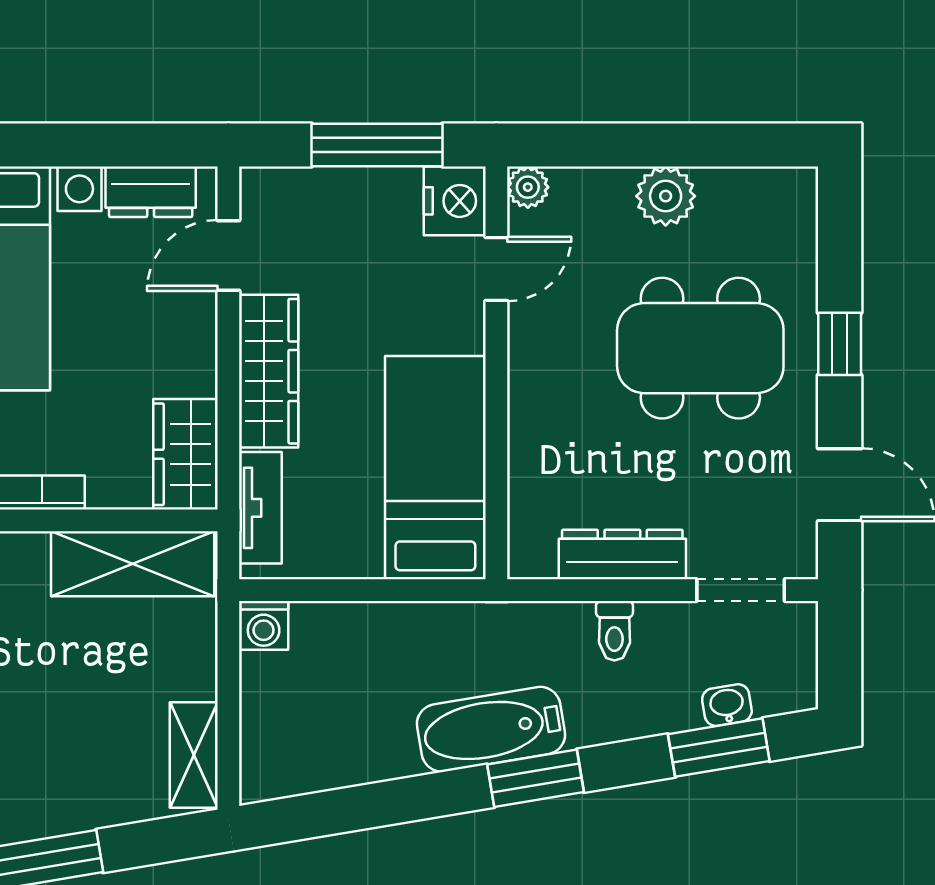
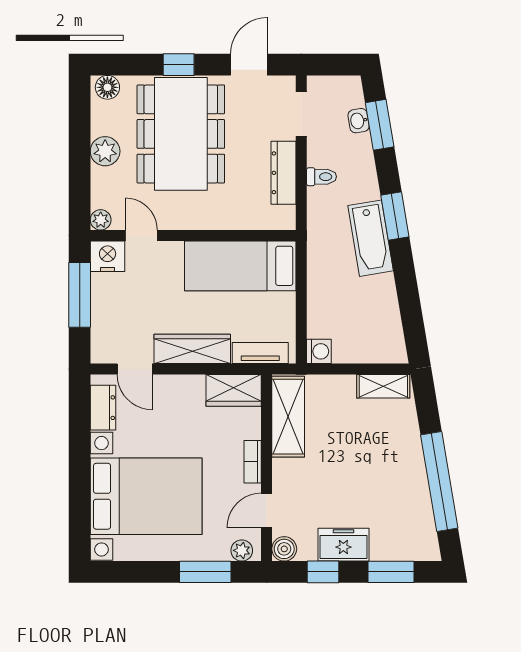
floor lamp: (794, 201) -> (107, 87), added
dining table: (700, 348) -> (181, 134), width x1.36, depth x1.24

